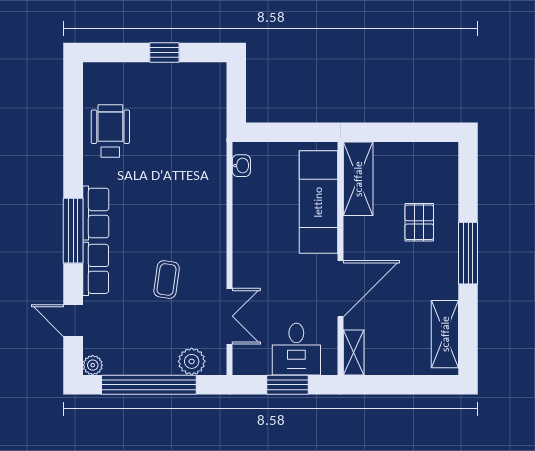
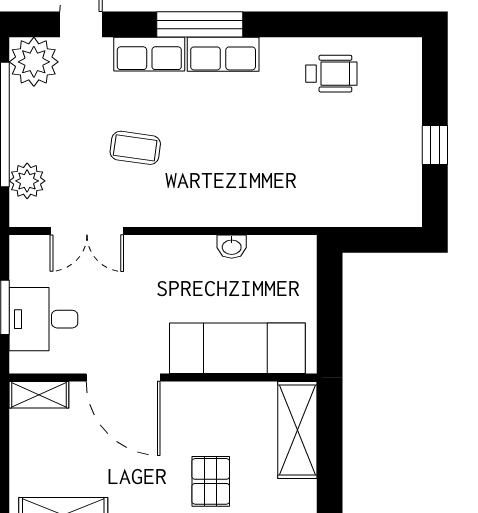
wheelchair: (110, 131) -> (331, 74), width x0.73, depth x0.73
washbasin: (241, 166) -> (232, 247), moved
shelving: (358, 179) -> (297, 430), moved, turned 90
pallet: (419, 222) -> (211, 481), turned 90
plant: (93, 365) -> (34, 62), width x1.87, depth x1.87

